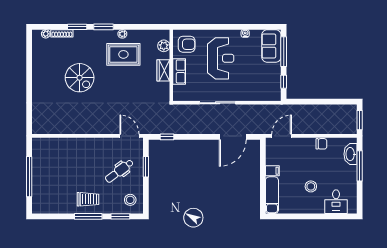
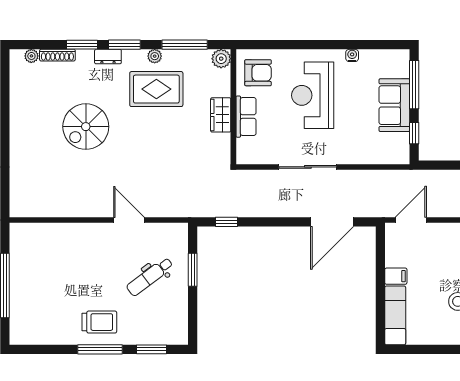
window: (141, 27) -> (185, 45), added
dresser: (93, 34) -> (108, 57), added
plant: (164, 46) -> (221, 59), moved
sofa: (271, 46) -> (394, 105), moved
reception desk: (221, 58) -> (313, 95), turned 180
spiral stairs: (80, 78) -> (86, 127), turned 90
door: (130, 136) -> (129, 220), moved
stool: (130, 200) -> (167, 323), removed

